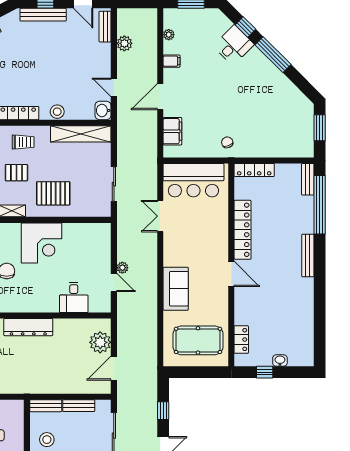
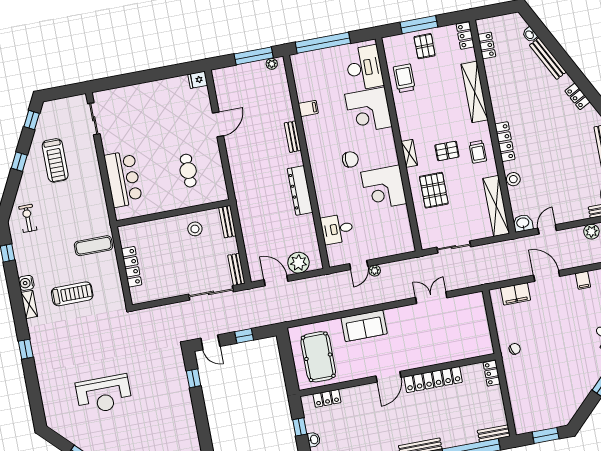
locker: (254, 170) -> (492, 373), width x0.66
pallet: (16, 173) -> (447, 151), turned 90
bar counter: (193, 180) -> (472, 323), removed
bench: (79, 406) -> (236, 269), moved

